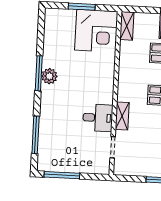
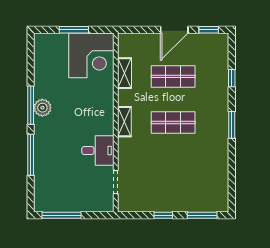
shelving: (127, 26) -> (124, 73), moved
shelving: (122, 116) -> (124, 122), moved
window: (36, 135) -> (31, 155), moved

